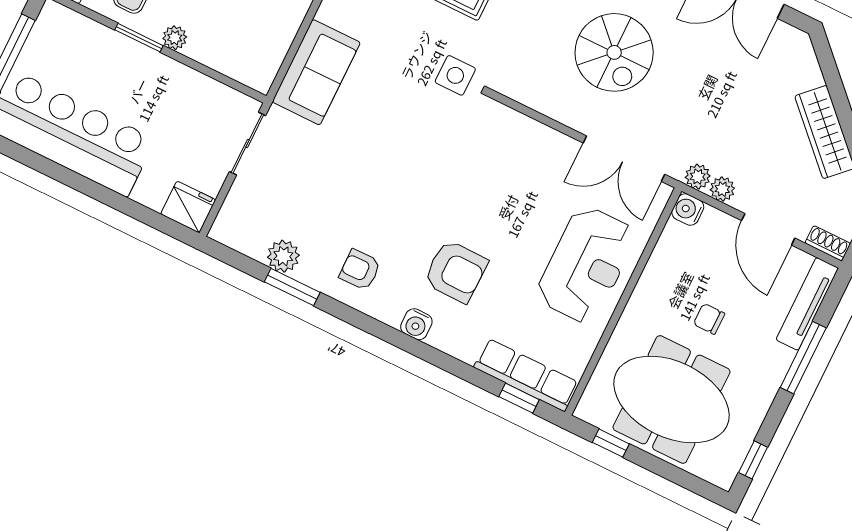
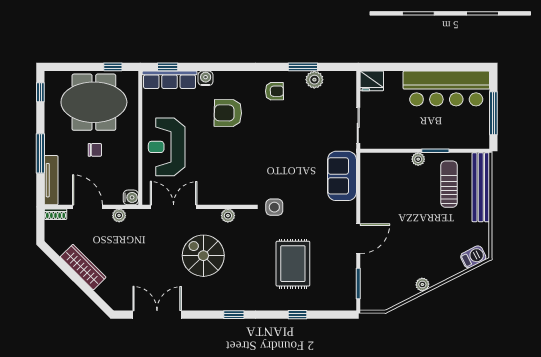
plant: (698, 177) -> (228, 216), moved
water cooler: (416, 324) -> (206, 78), moved

